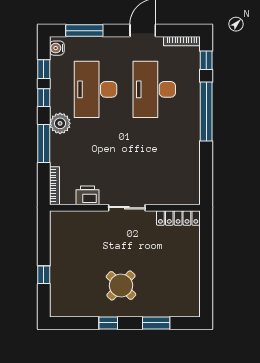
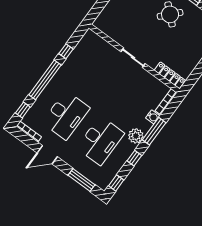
water cooler: (57, 48) -> (153, 117), moved
window: (44, 69) -> (116, 183), moved
window: (206, 160) -> (66, 51), added
printer: (87, 195) -> (151, 82), removed
locker: (178, 218) -> (170, 75), moved

